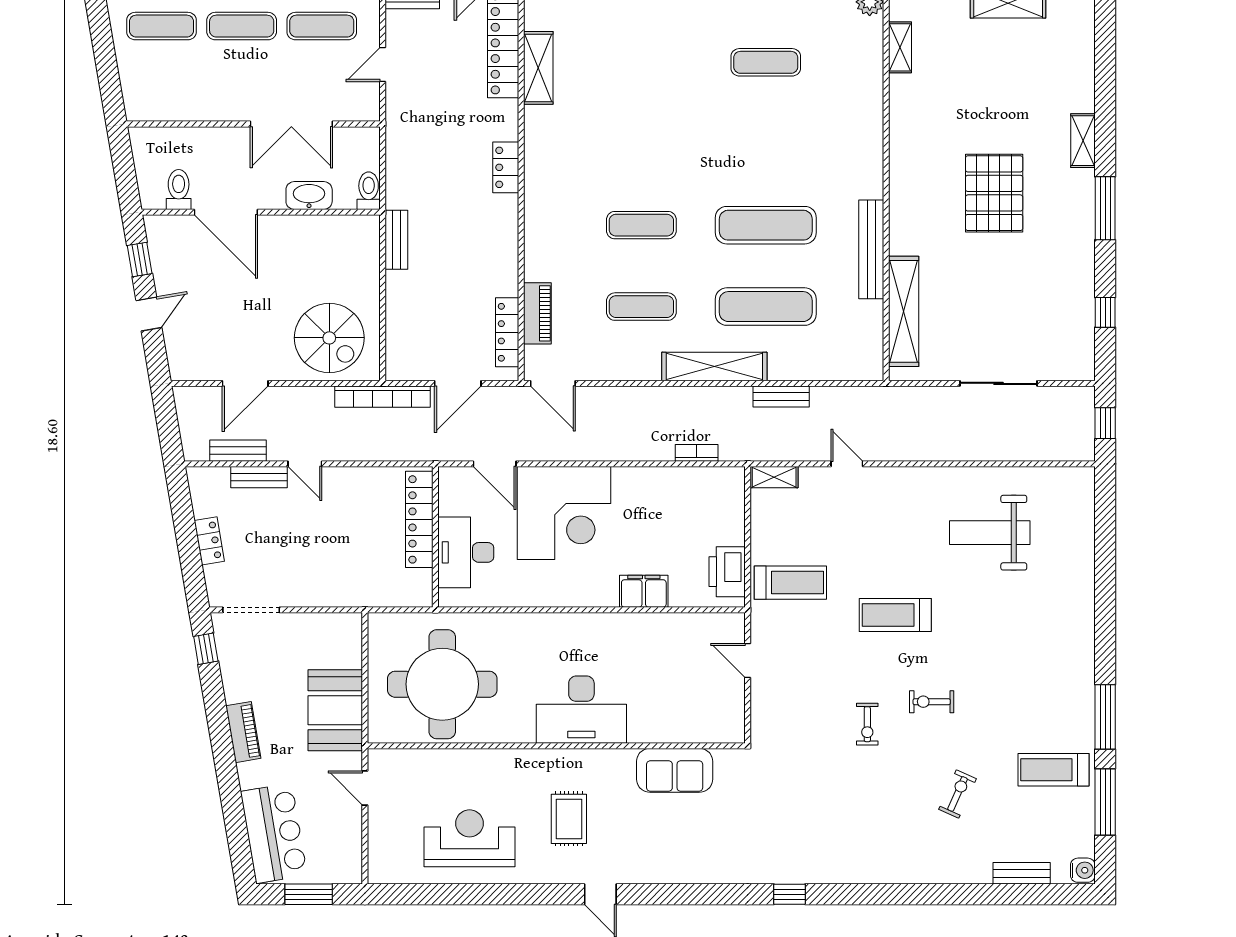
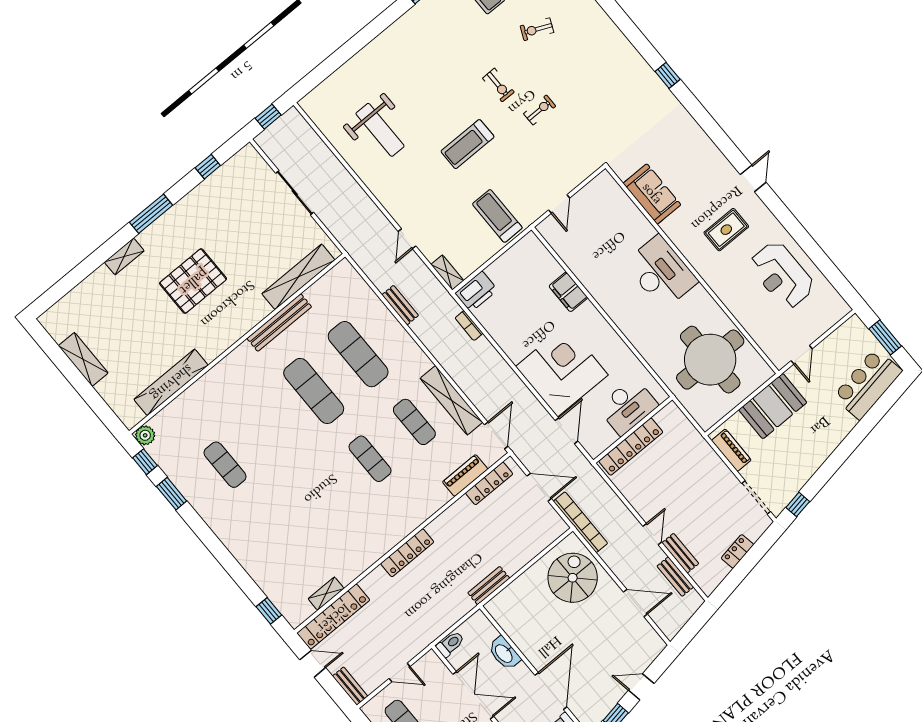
shelving: (900, 47) -> (171, 382), width x2.20, depth x1.33
shelving: (538, 68) -> (326, 594), width x0.67, depth x0.75
locker: (506, 167) -> (407, 553), width x1.53
toilet: (369, 191) -> (450, 644), moved, turned 180
shelving: (714, 366) -> (451, 400), moved
printer: (727, 572) -> (476, 292), moved
treadmill: (895, 615) -> (467, 144), turned 90
piano: (243, 732) -> (731, 450), moved, turned 100

